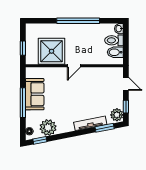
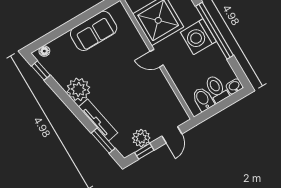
washing machine: (76, 33) -> (198, 37), added
window: (23, 103) -> (75, 22), removed
plant: (117, 115) -> (141, 138), moved
plant: (48, 128) -> (78, 89), moved

